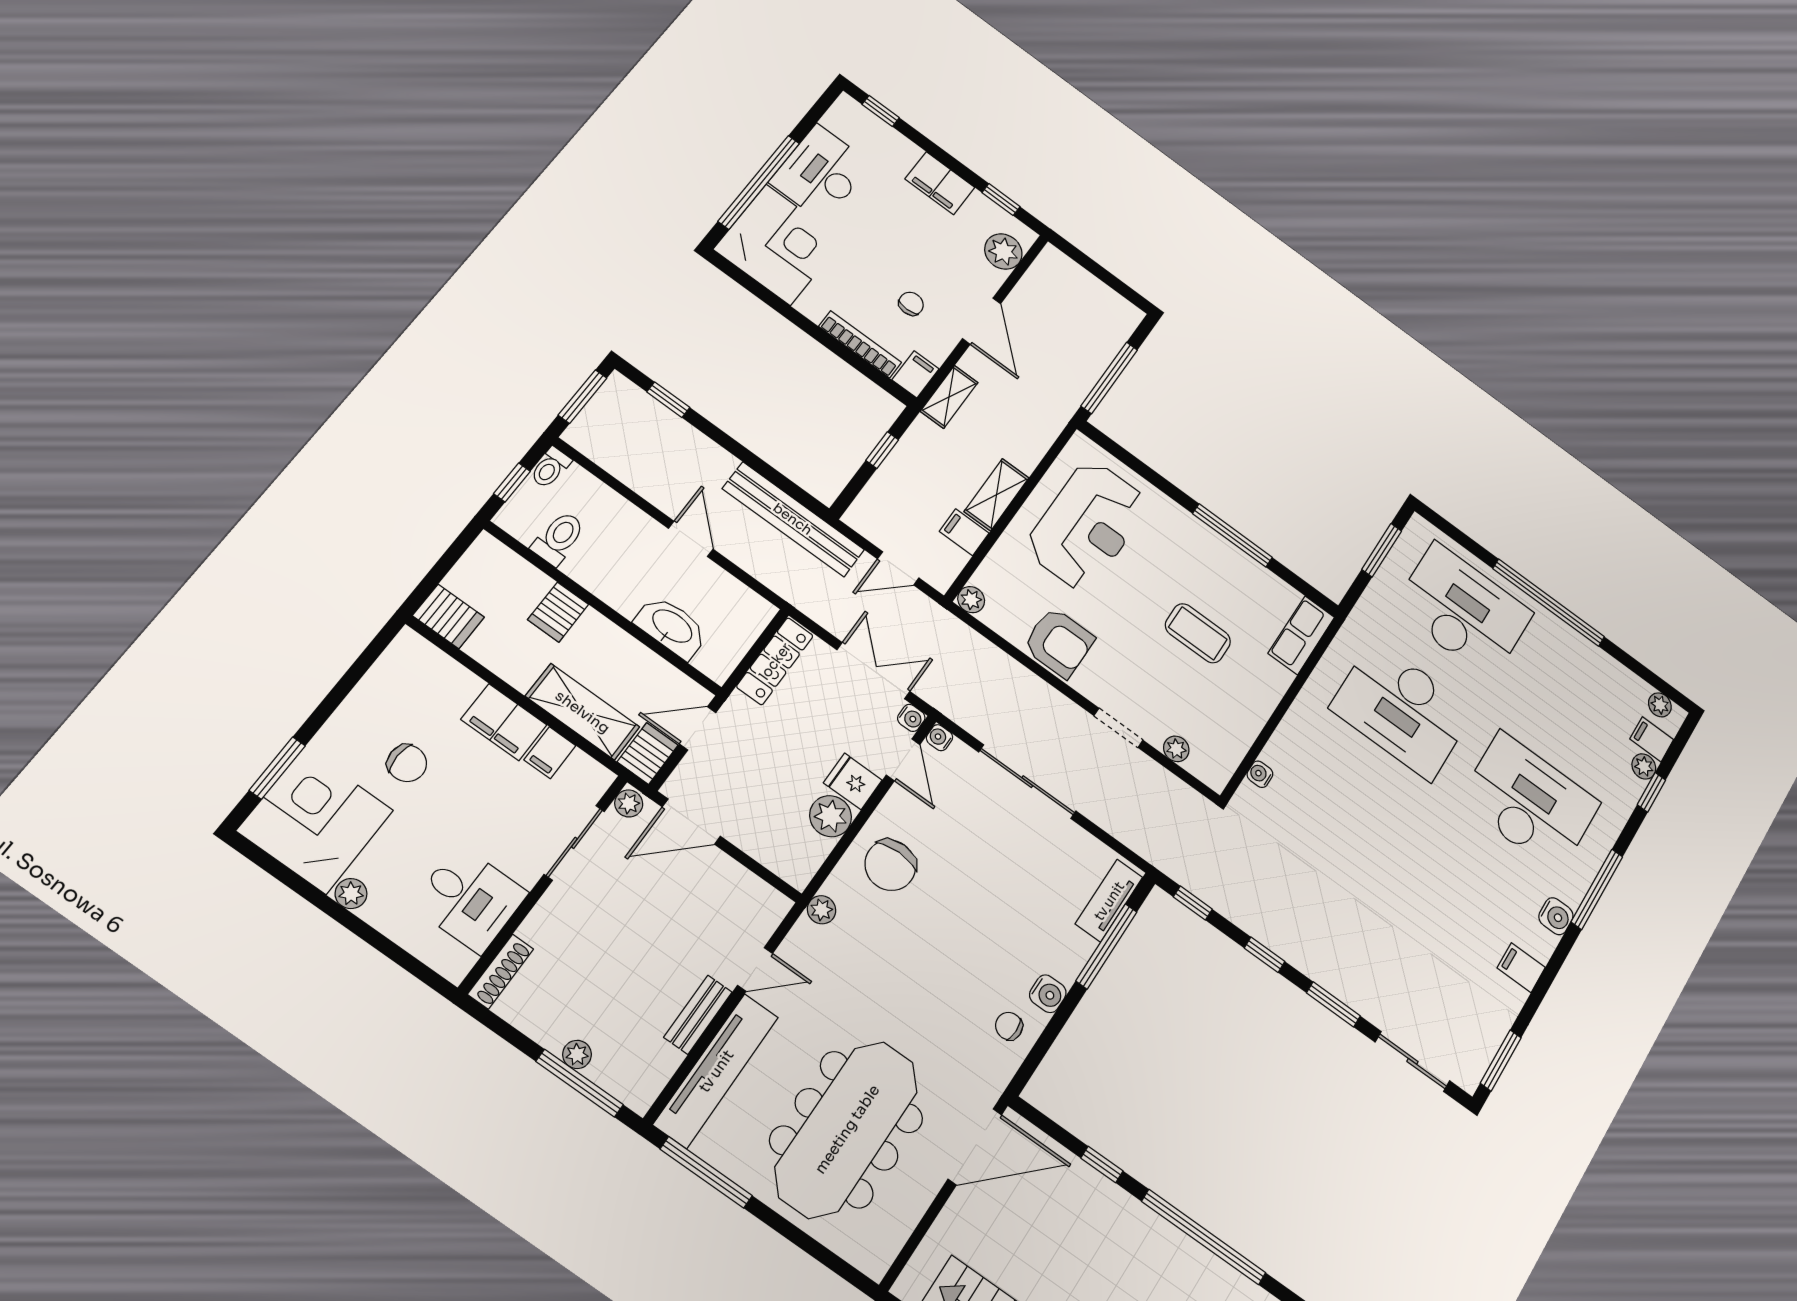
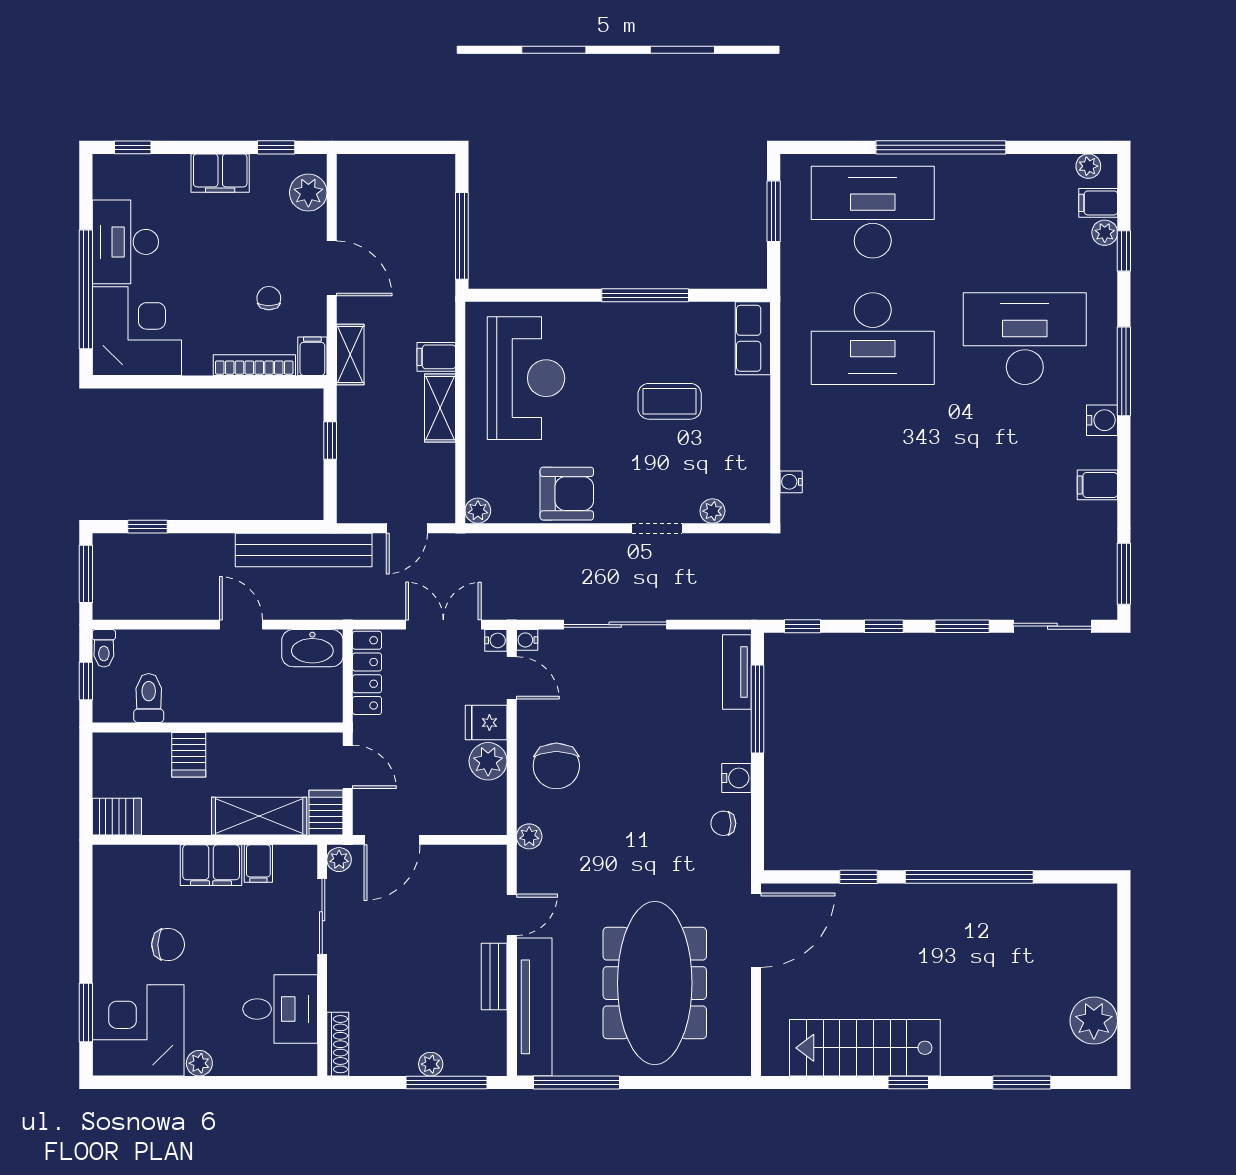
filing cabinet: (964, 532) -> (436, 357), moved
washbasin: (672, 627) -> (312, 648), moved, turned 180
door: (698, 728) -> (348, 767), swing flipped

